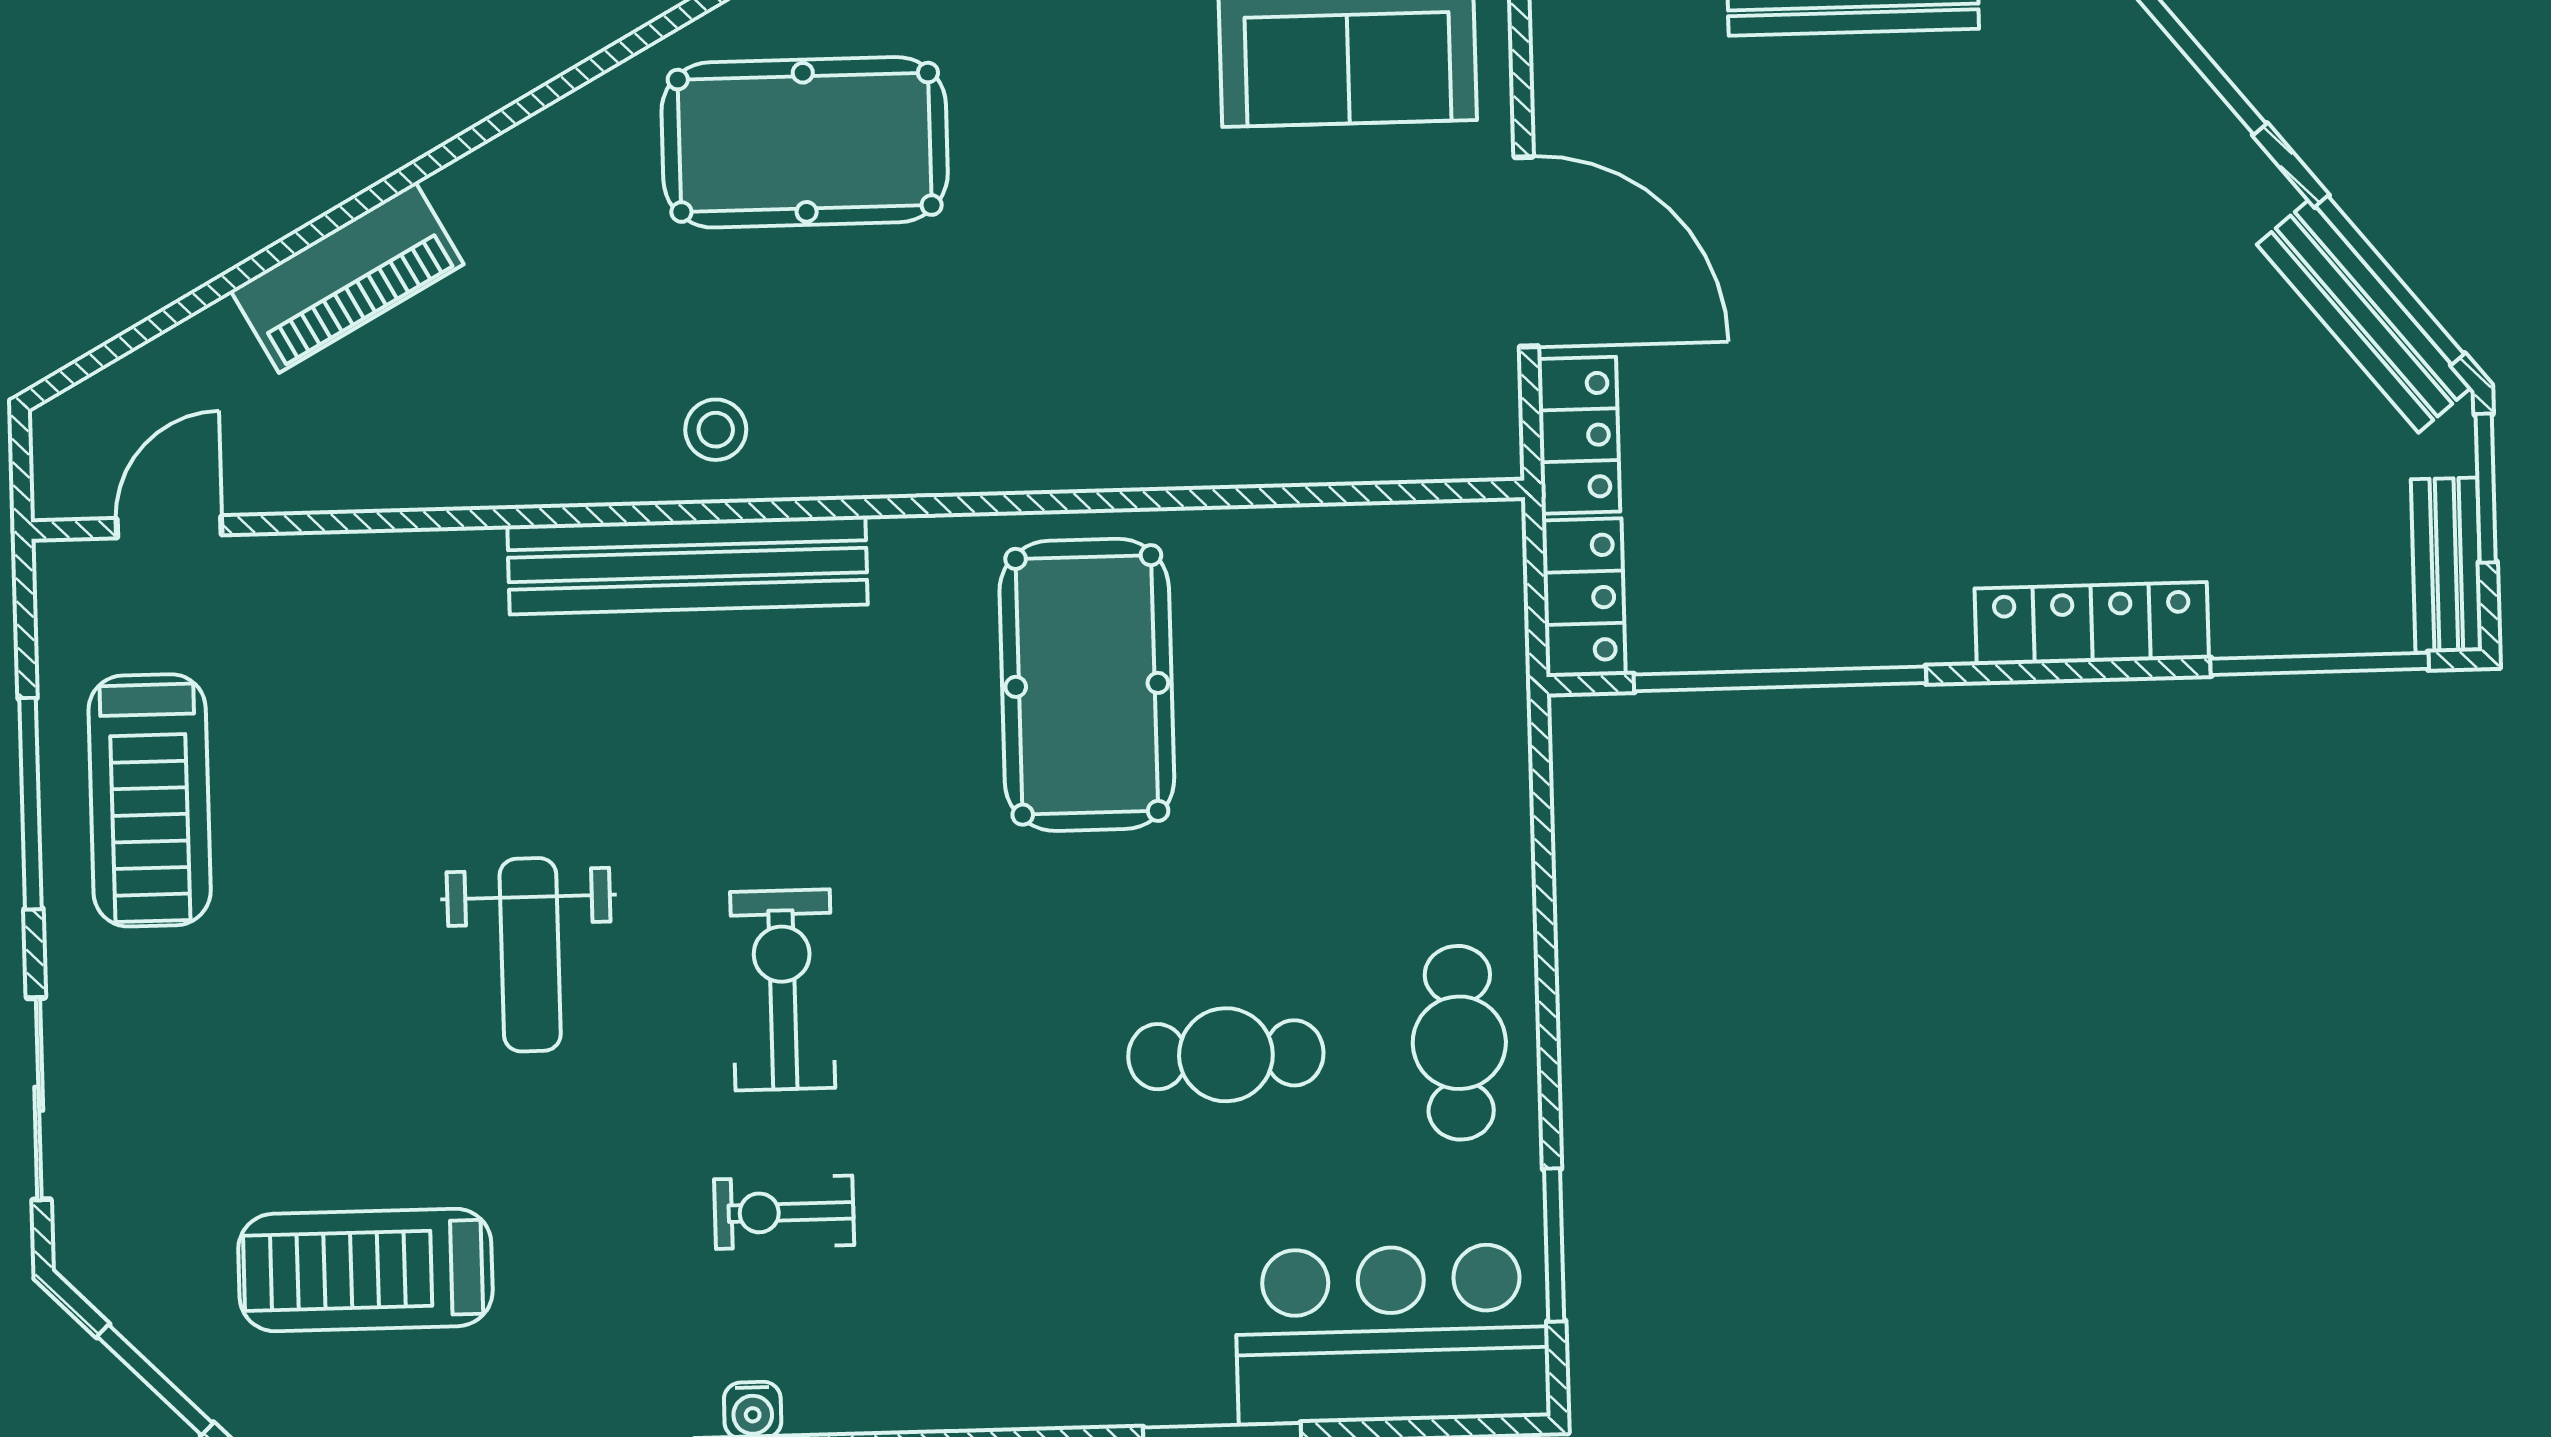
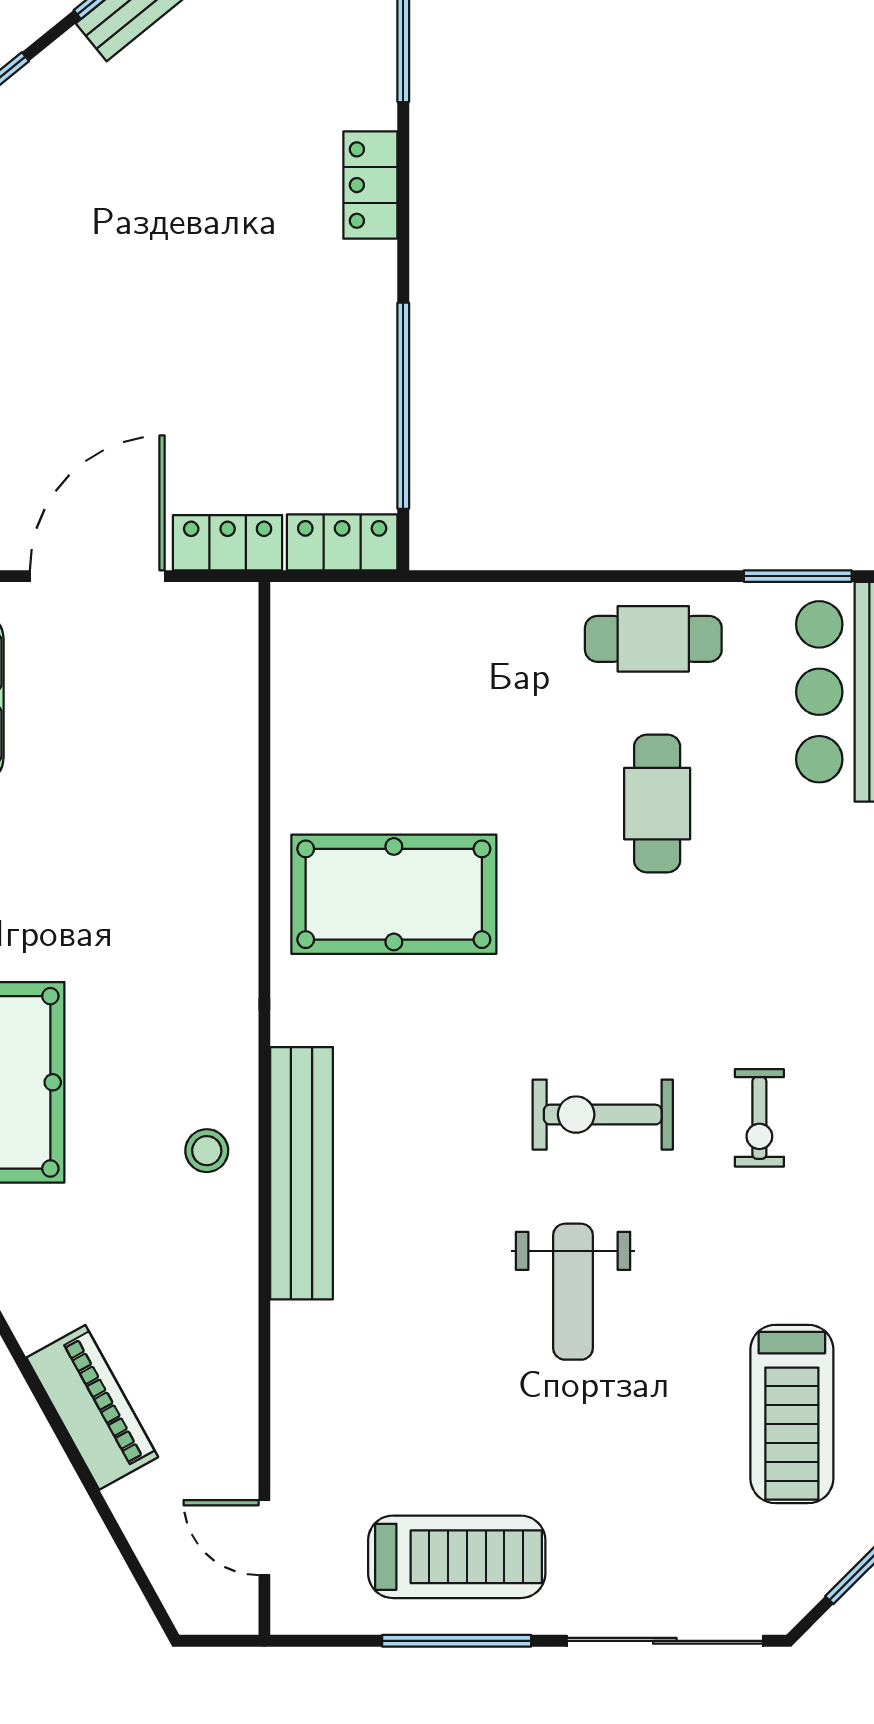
locker: (2092, 623) -> (370, 185), width x0.66
weight bench: (530, 955) -> (573, 1292), turned 90
sliding door: (39, 1099) -> (665, 1641), width x1.37

